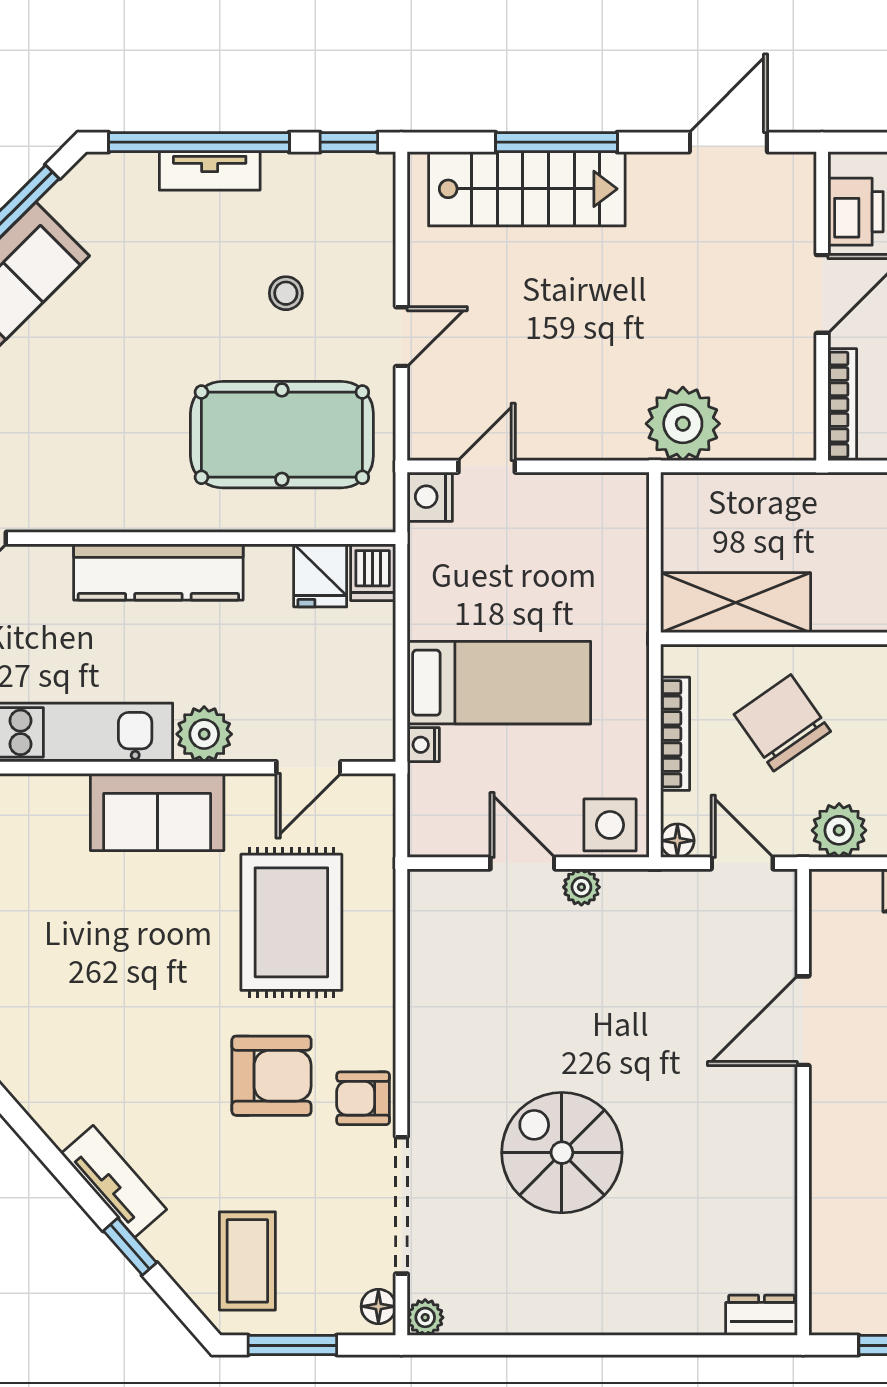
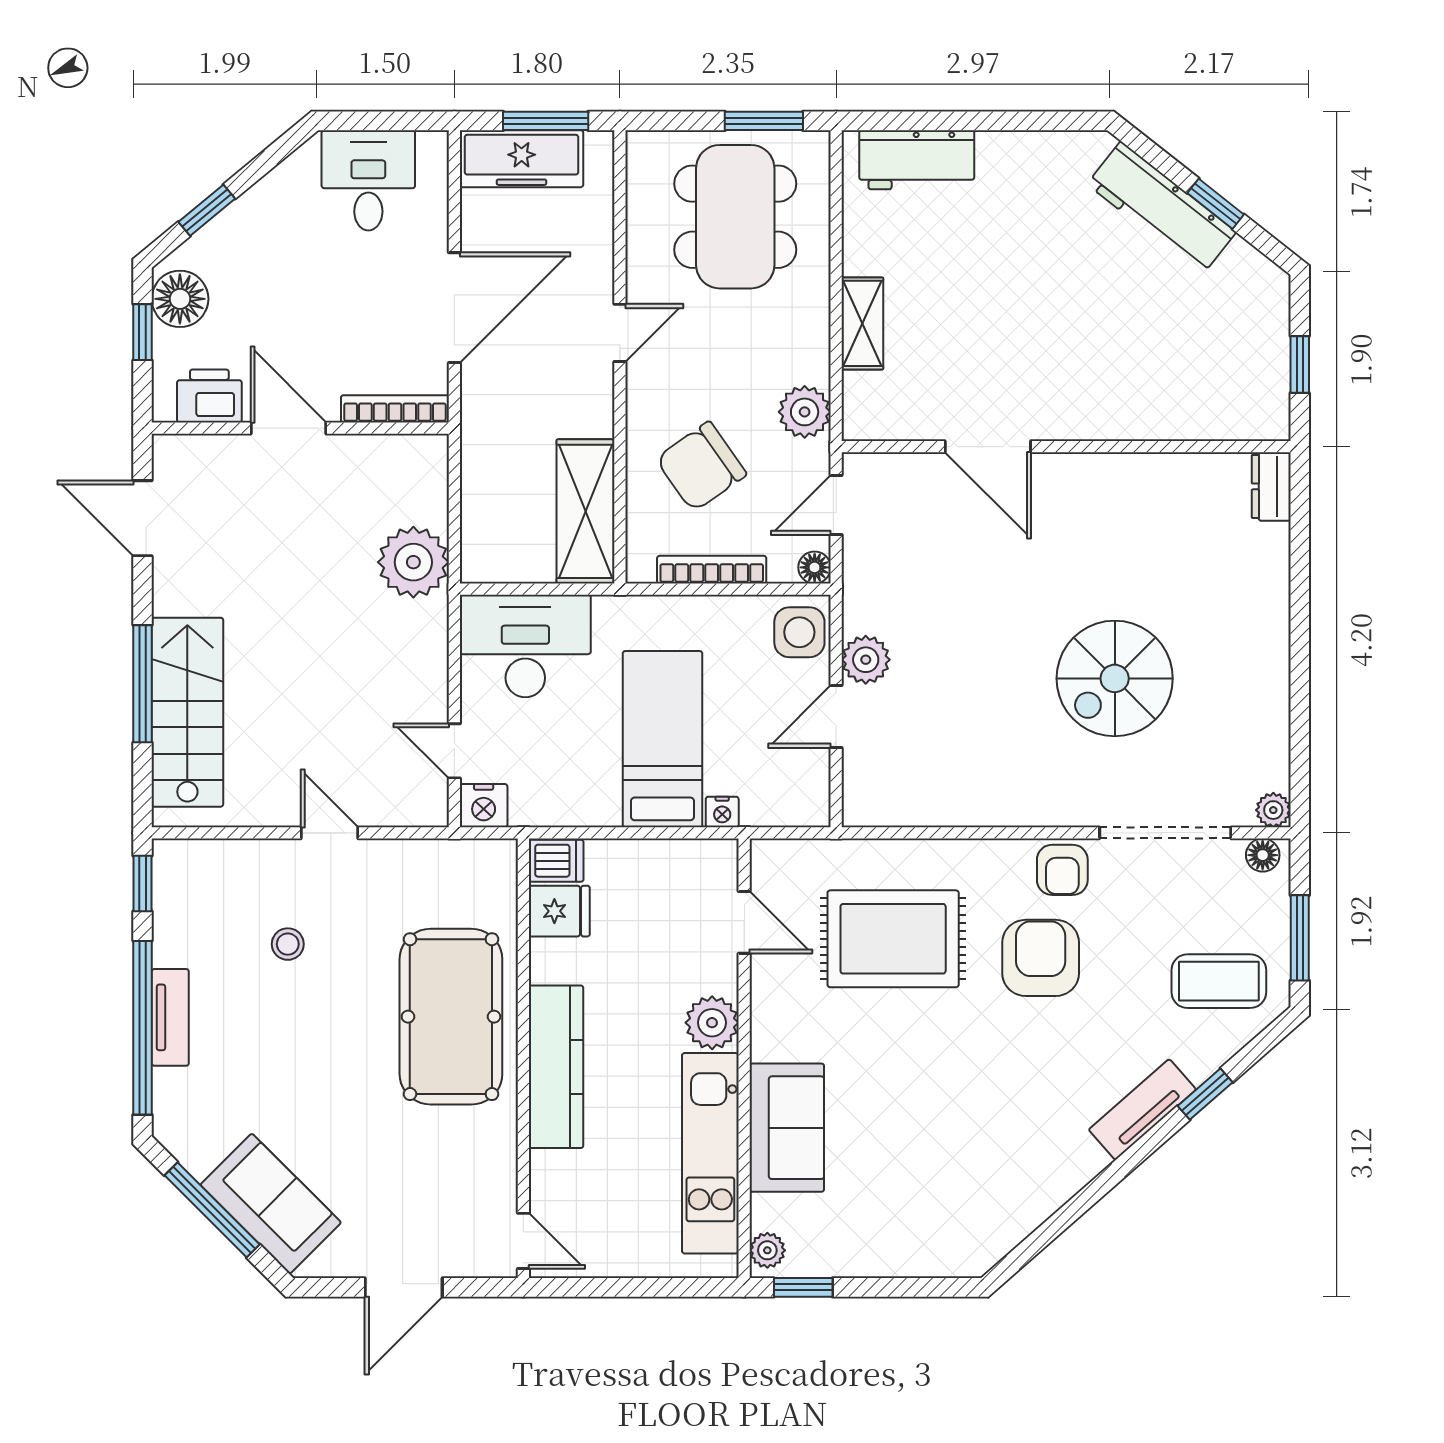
pool table: (282, 435) -> (451, 1017), moved
desk: (596, 540) -> (525, 646), added
sofa: (157, 812) -> (787, 1128), moved
plant: (581, 887) -> (866, 660), width x1.38, depth x1.38

